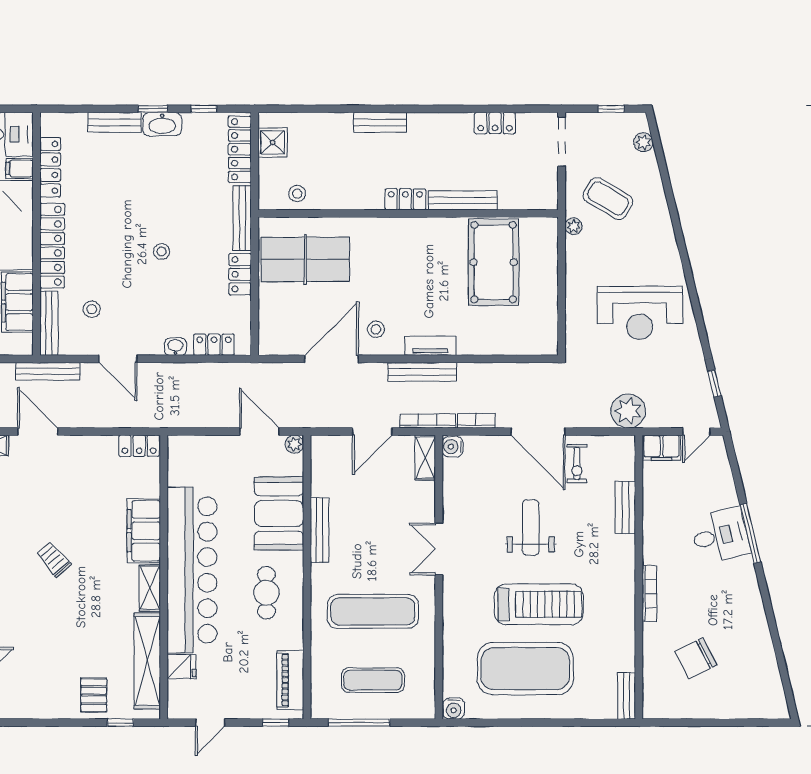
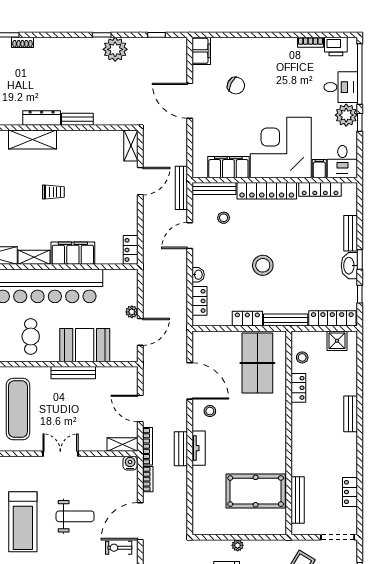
locker: (405, 199) -> (298, 388), moved
bench: (463, 200) -> (298, 500), moved
plant: (573, 226) -> (238, 545), moved
stool: (162, 252) -> (263, 265), width x1.89, depth x1.89
bench: (422, 372) -> (181, 449), width x0.73
plant: (294, 444) -> (132, 312), moved
trolley: (54, 559) -> (53, 192), turned 41
cafe table: (266, 593) -> (31, 337), turned 90

